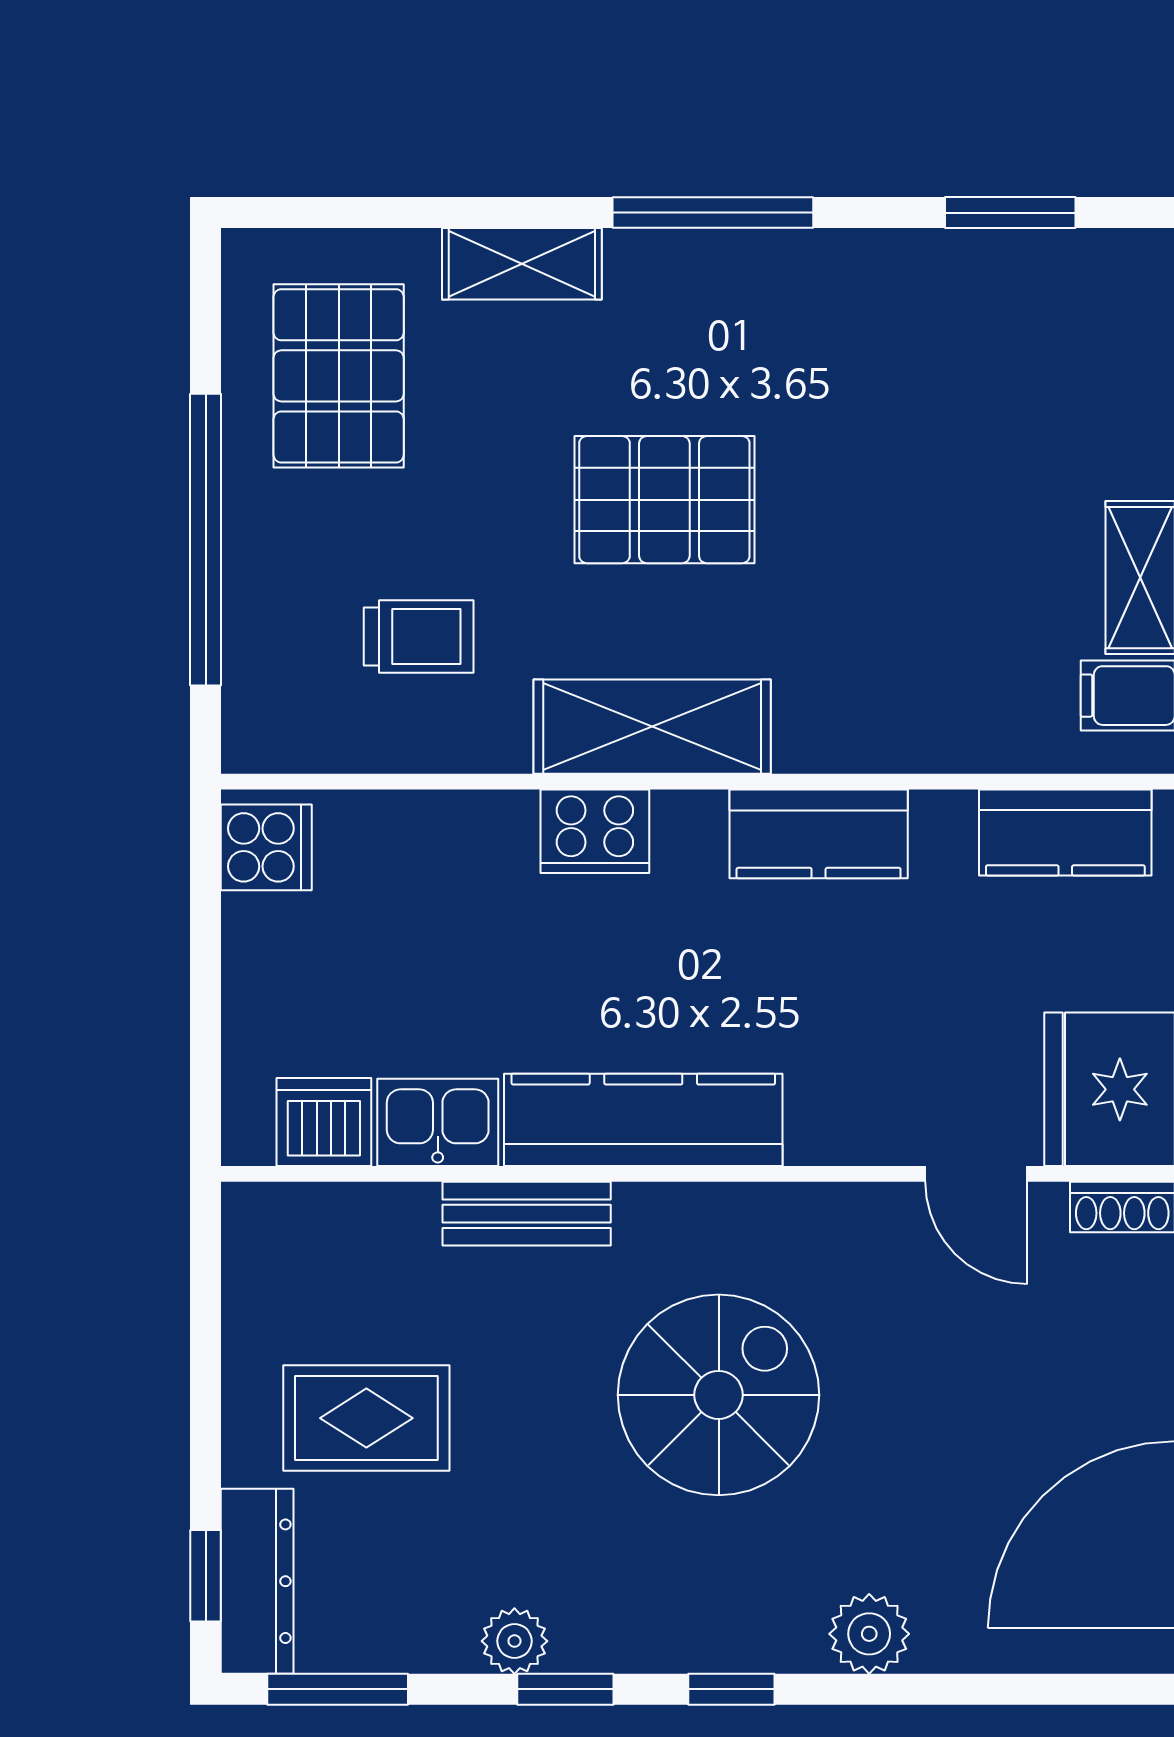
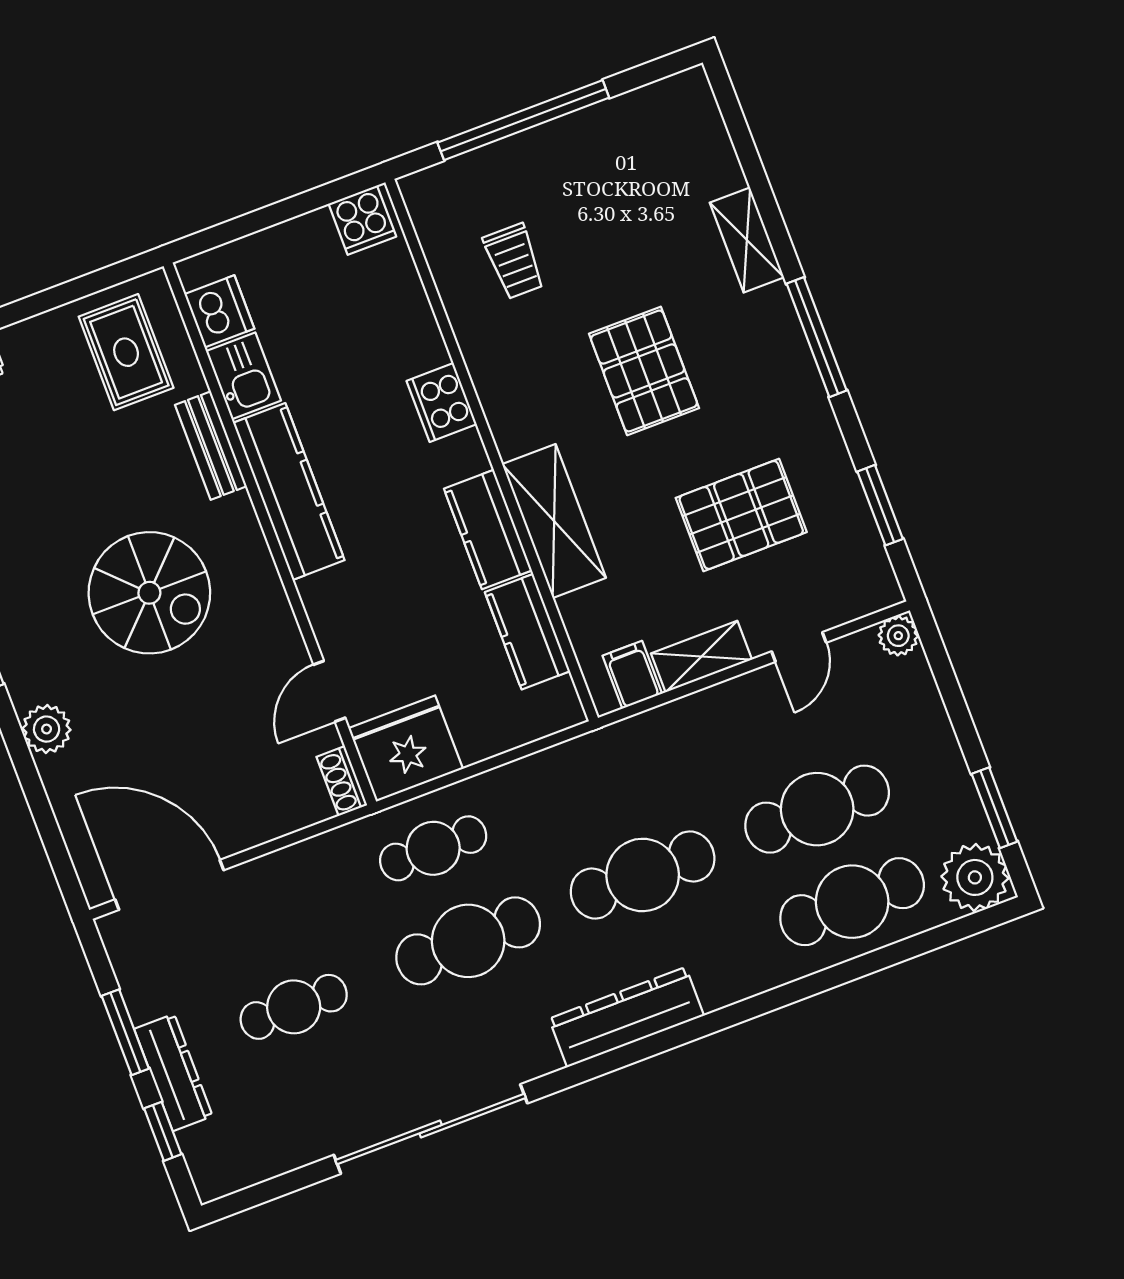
pallet: (339, 376) -> (741, 515), moved
shelving: (652, 727) -> (554, 521), moved
kitchen counter: (1065, 832) -> (527, 632), moved
rug: (366, 1418) -> (126, 352), moved

